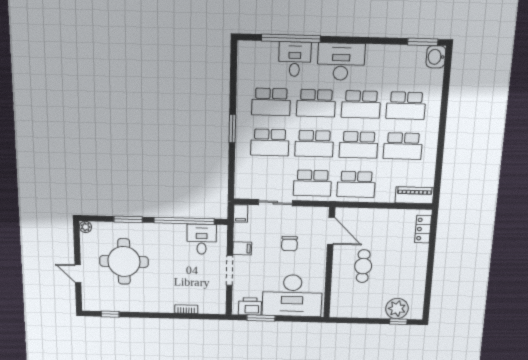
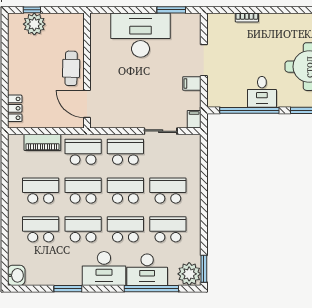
window: (423, 42) -> (68, 289), moved
plant: (250, 53) -> (189, 274), added
desk: (295, 59) -> (147, 270), width x1.37
window: (232, 128) -> (204, 269), moved
piano: (414, 195) -> (42, 142), moved
door: (331, 231) -> (87, 104), moved
desk: (202, 239) -> (262, 92), moved
chair: (289, 244) -> (145, 90), removed
wall: (329, 263) -> (87, 71), moved
printer: (250, 306) -> (183, 22), removed

